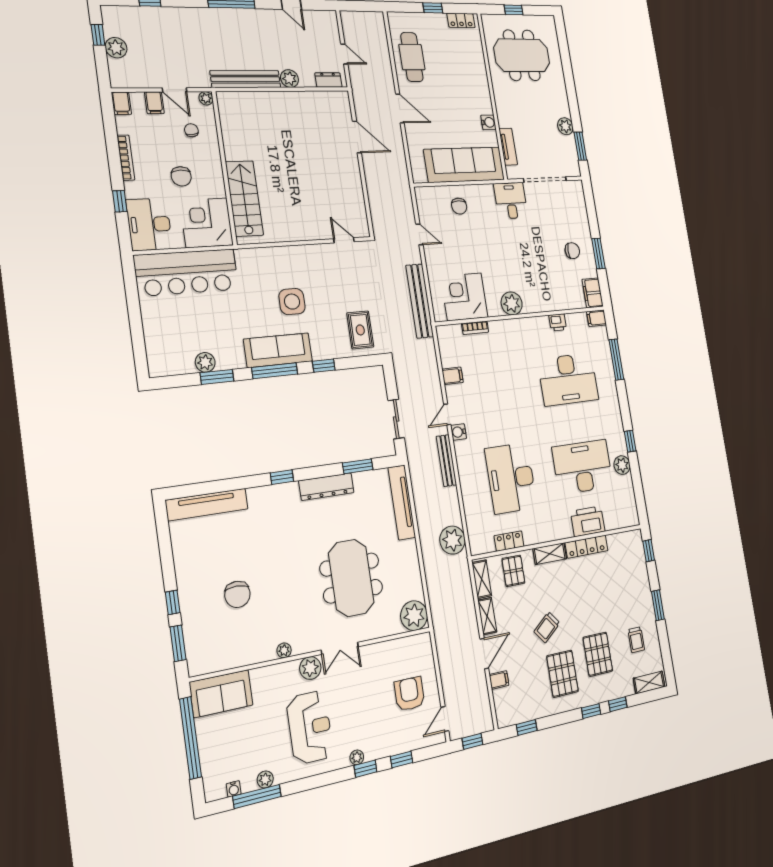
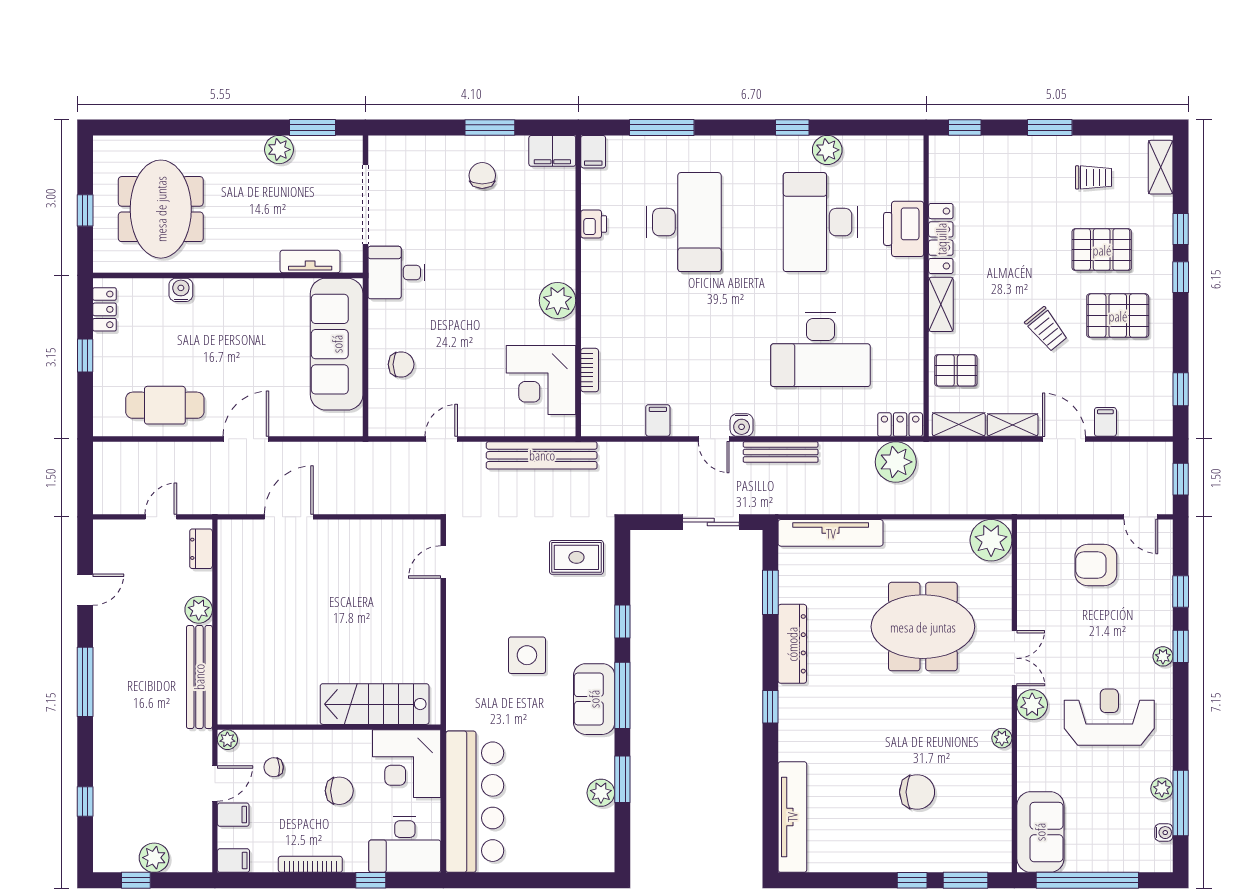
water cooler: (488, 122) -> (181, 290), moved
sofa: (278, 350) -> (594, 699), width x0.73
locker: (509, 541) -> (900, 425), moved, turned 90

